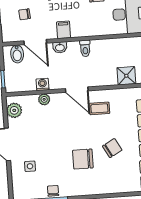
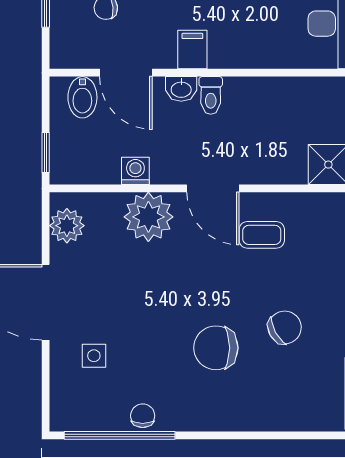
toilet: (85, 48) -> (211, 95), moved
plant: (44, 99) -> (148, 217), width x1.87, depth x1.87

